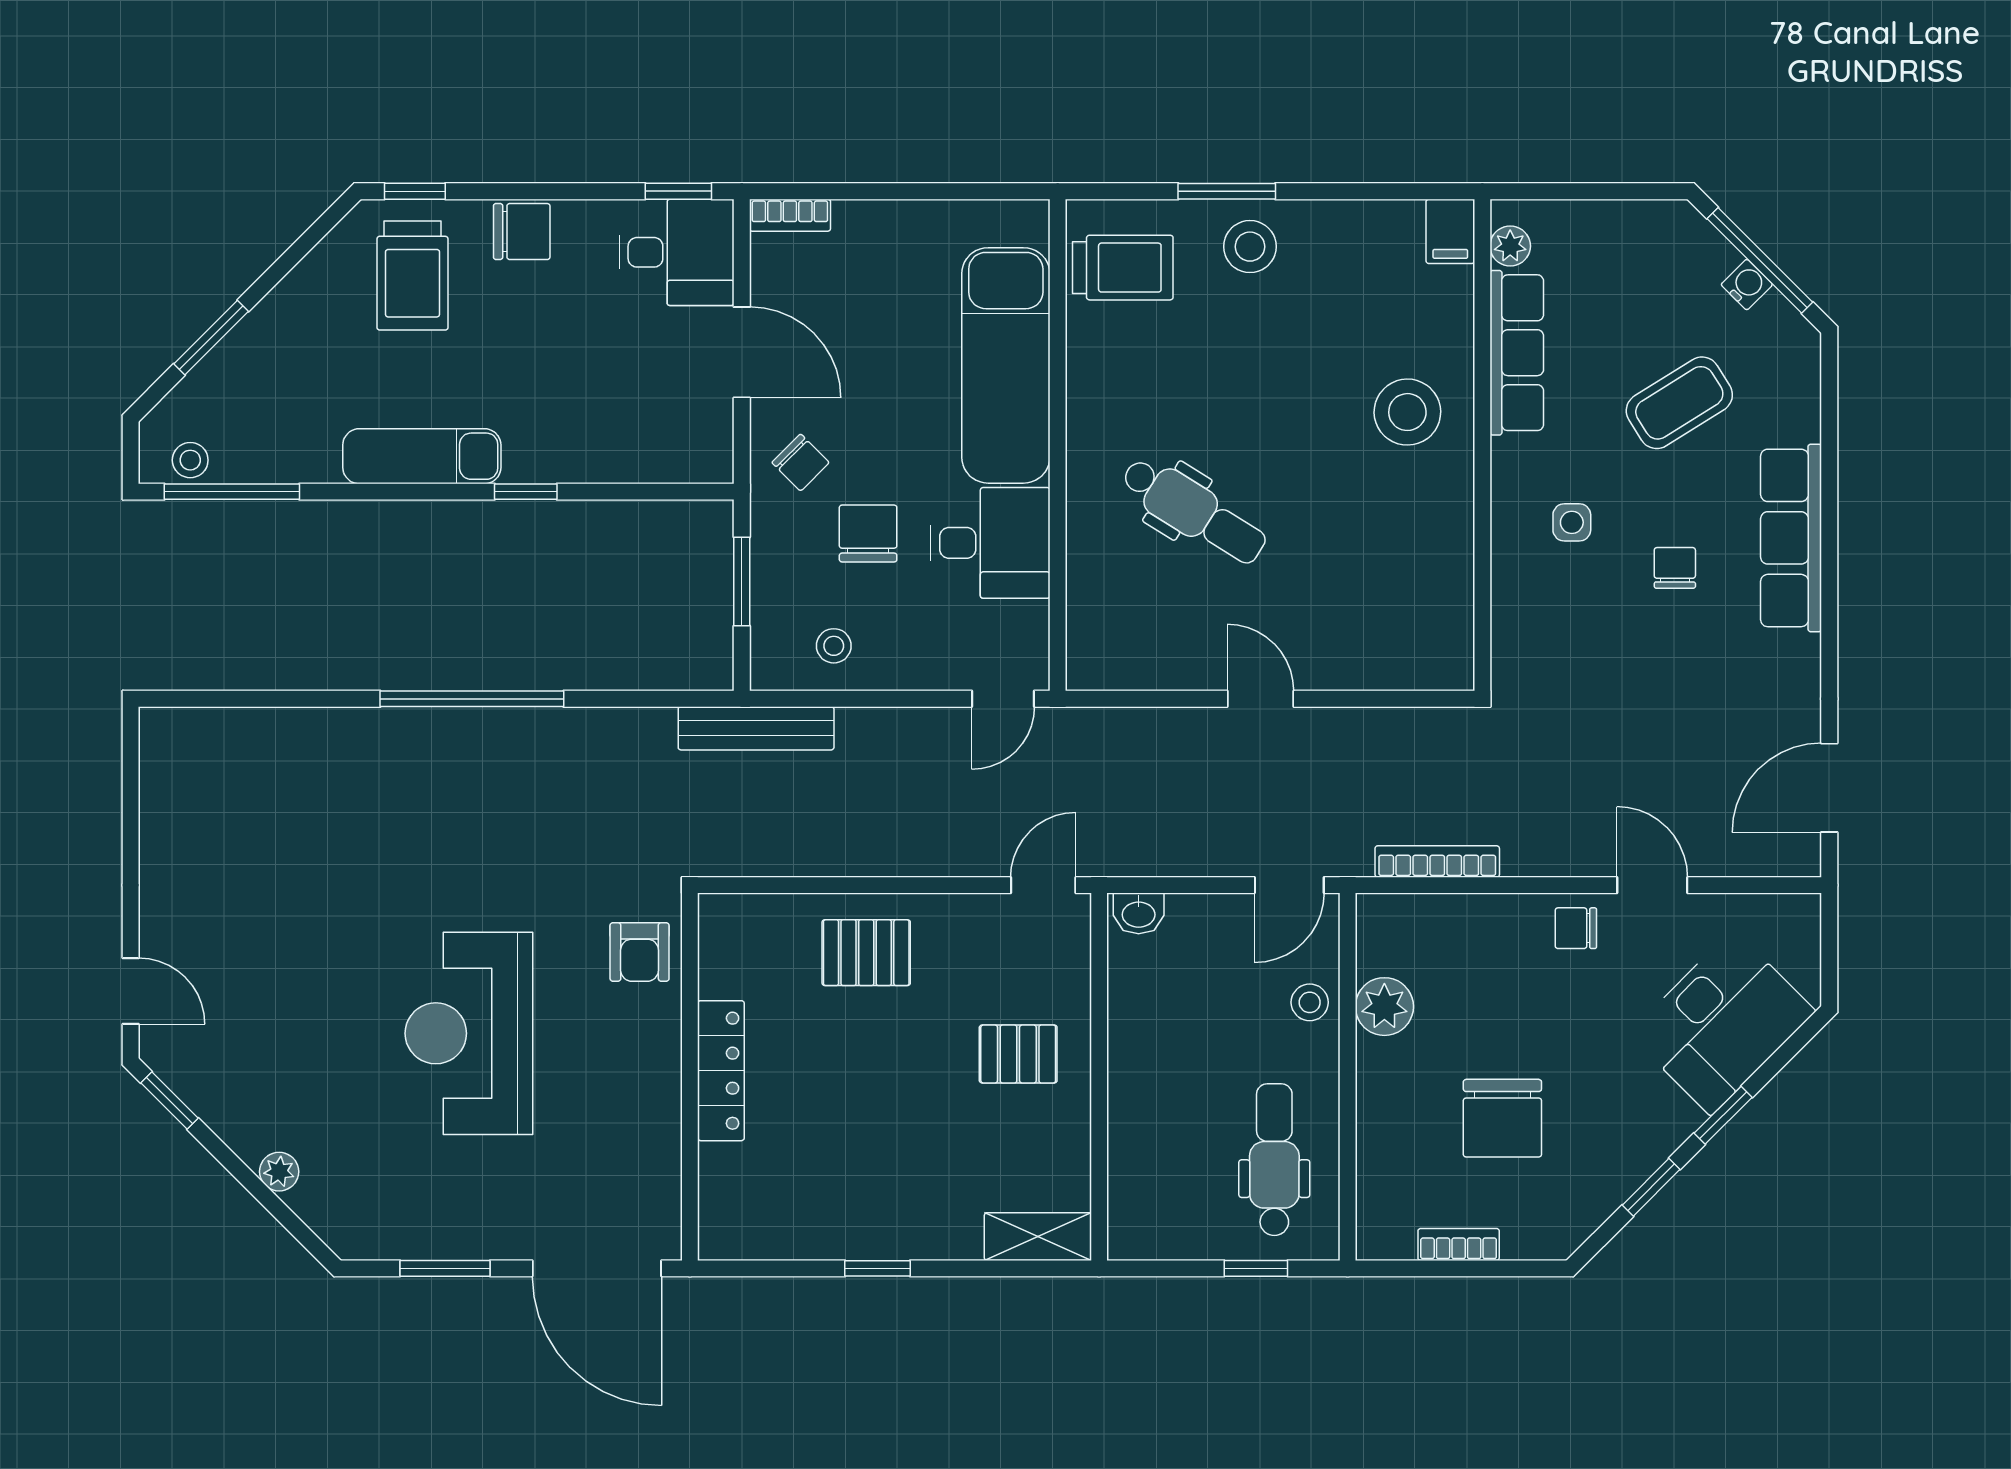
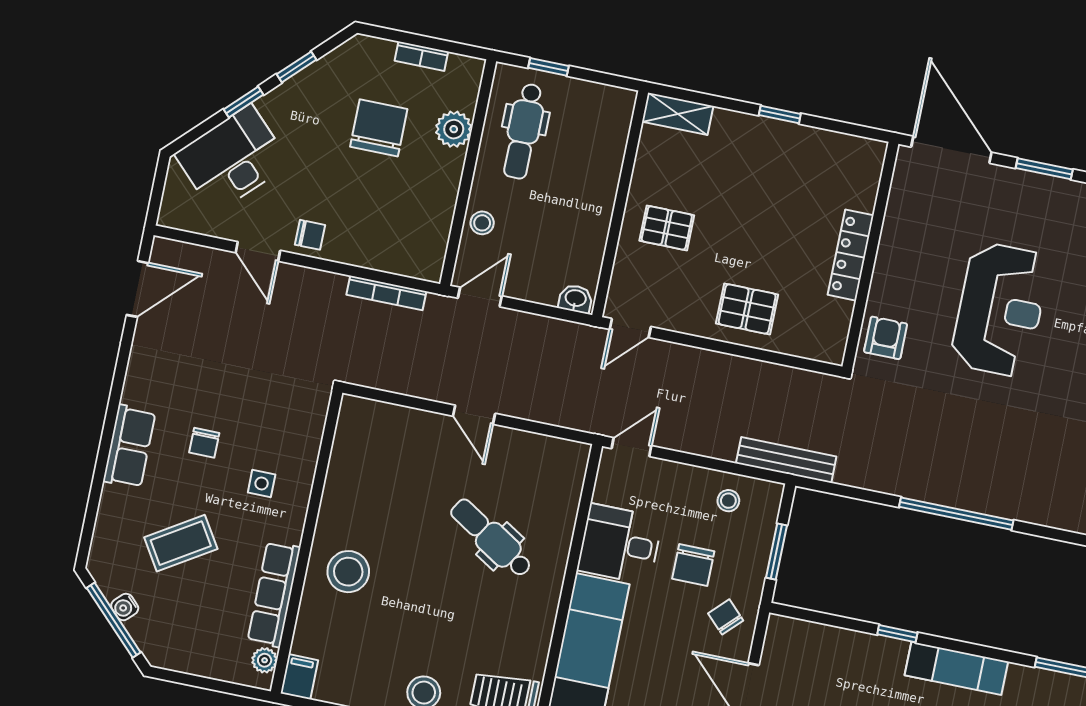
row of seats: (1791, 538) -> (129, 446), width x0.68
plant: (1384, 1007) -> (454, 129), moved

